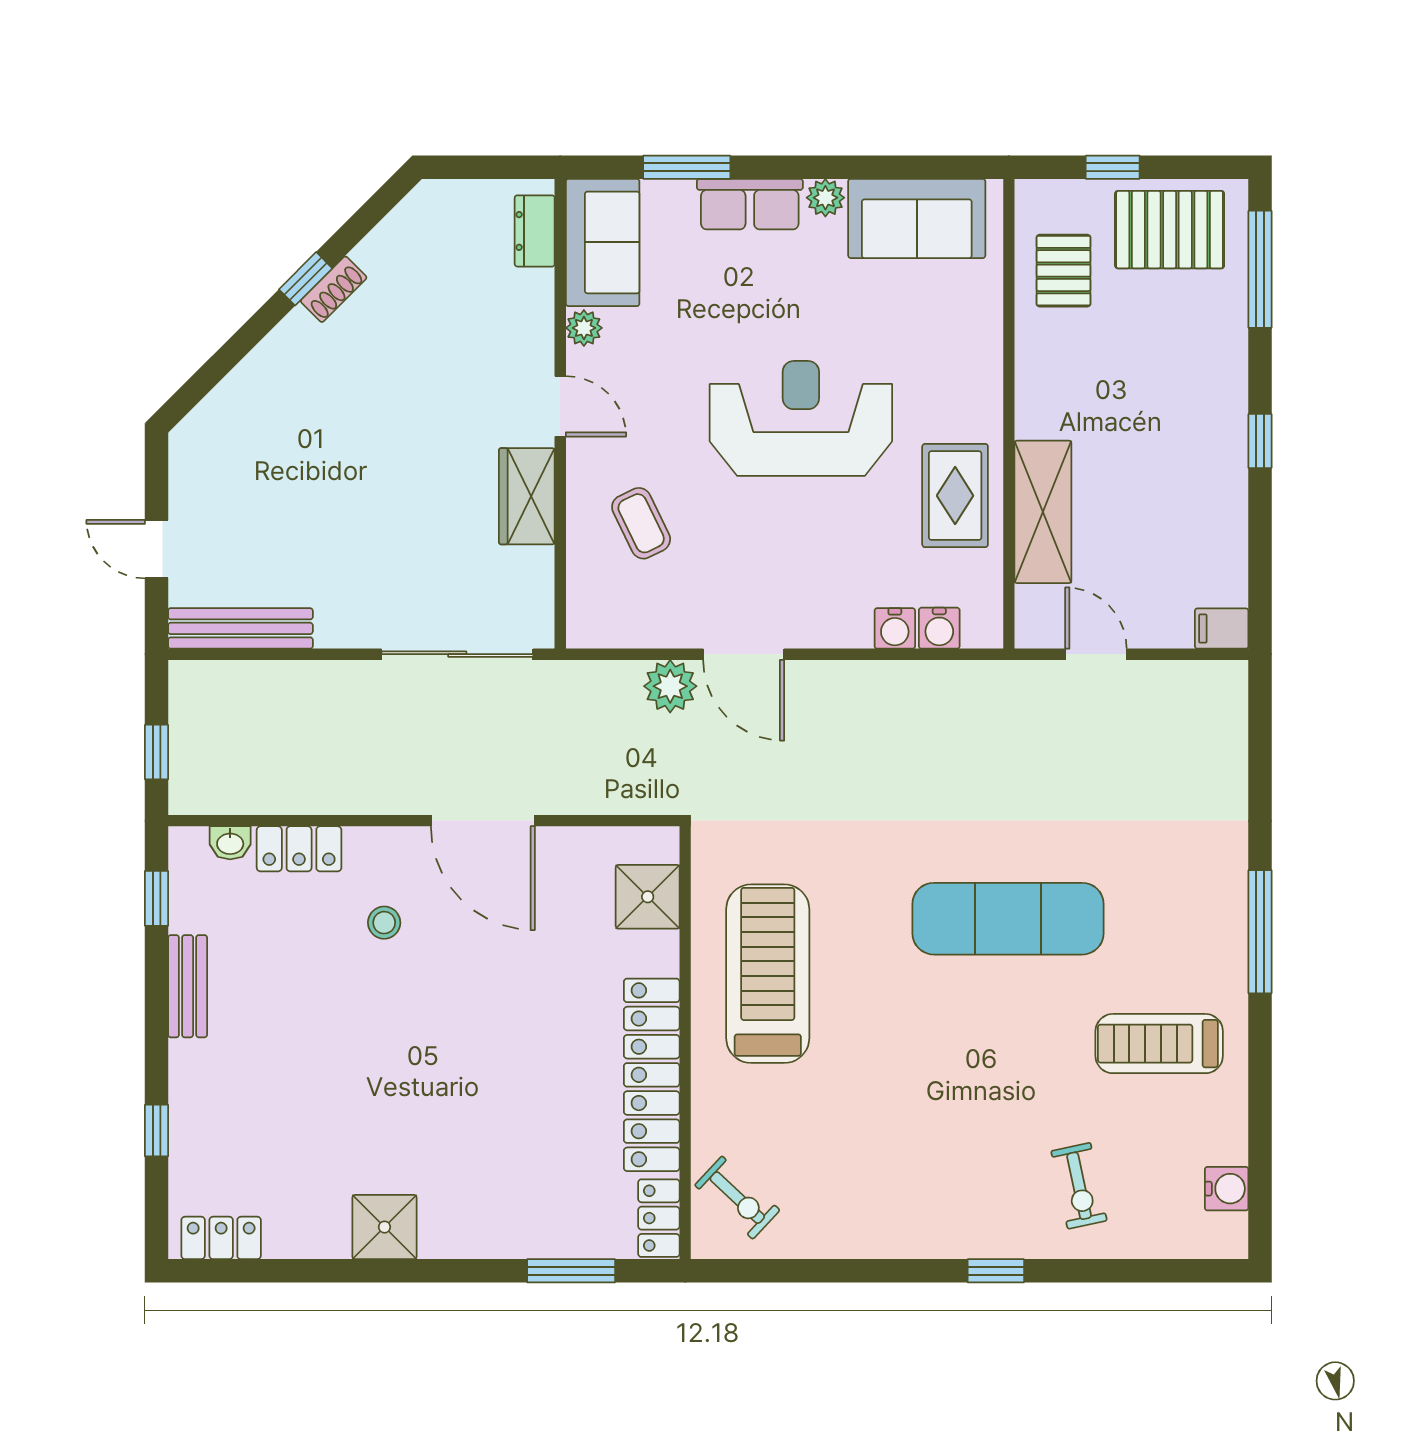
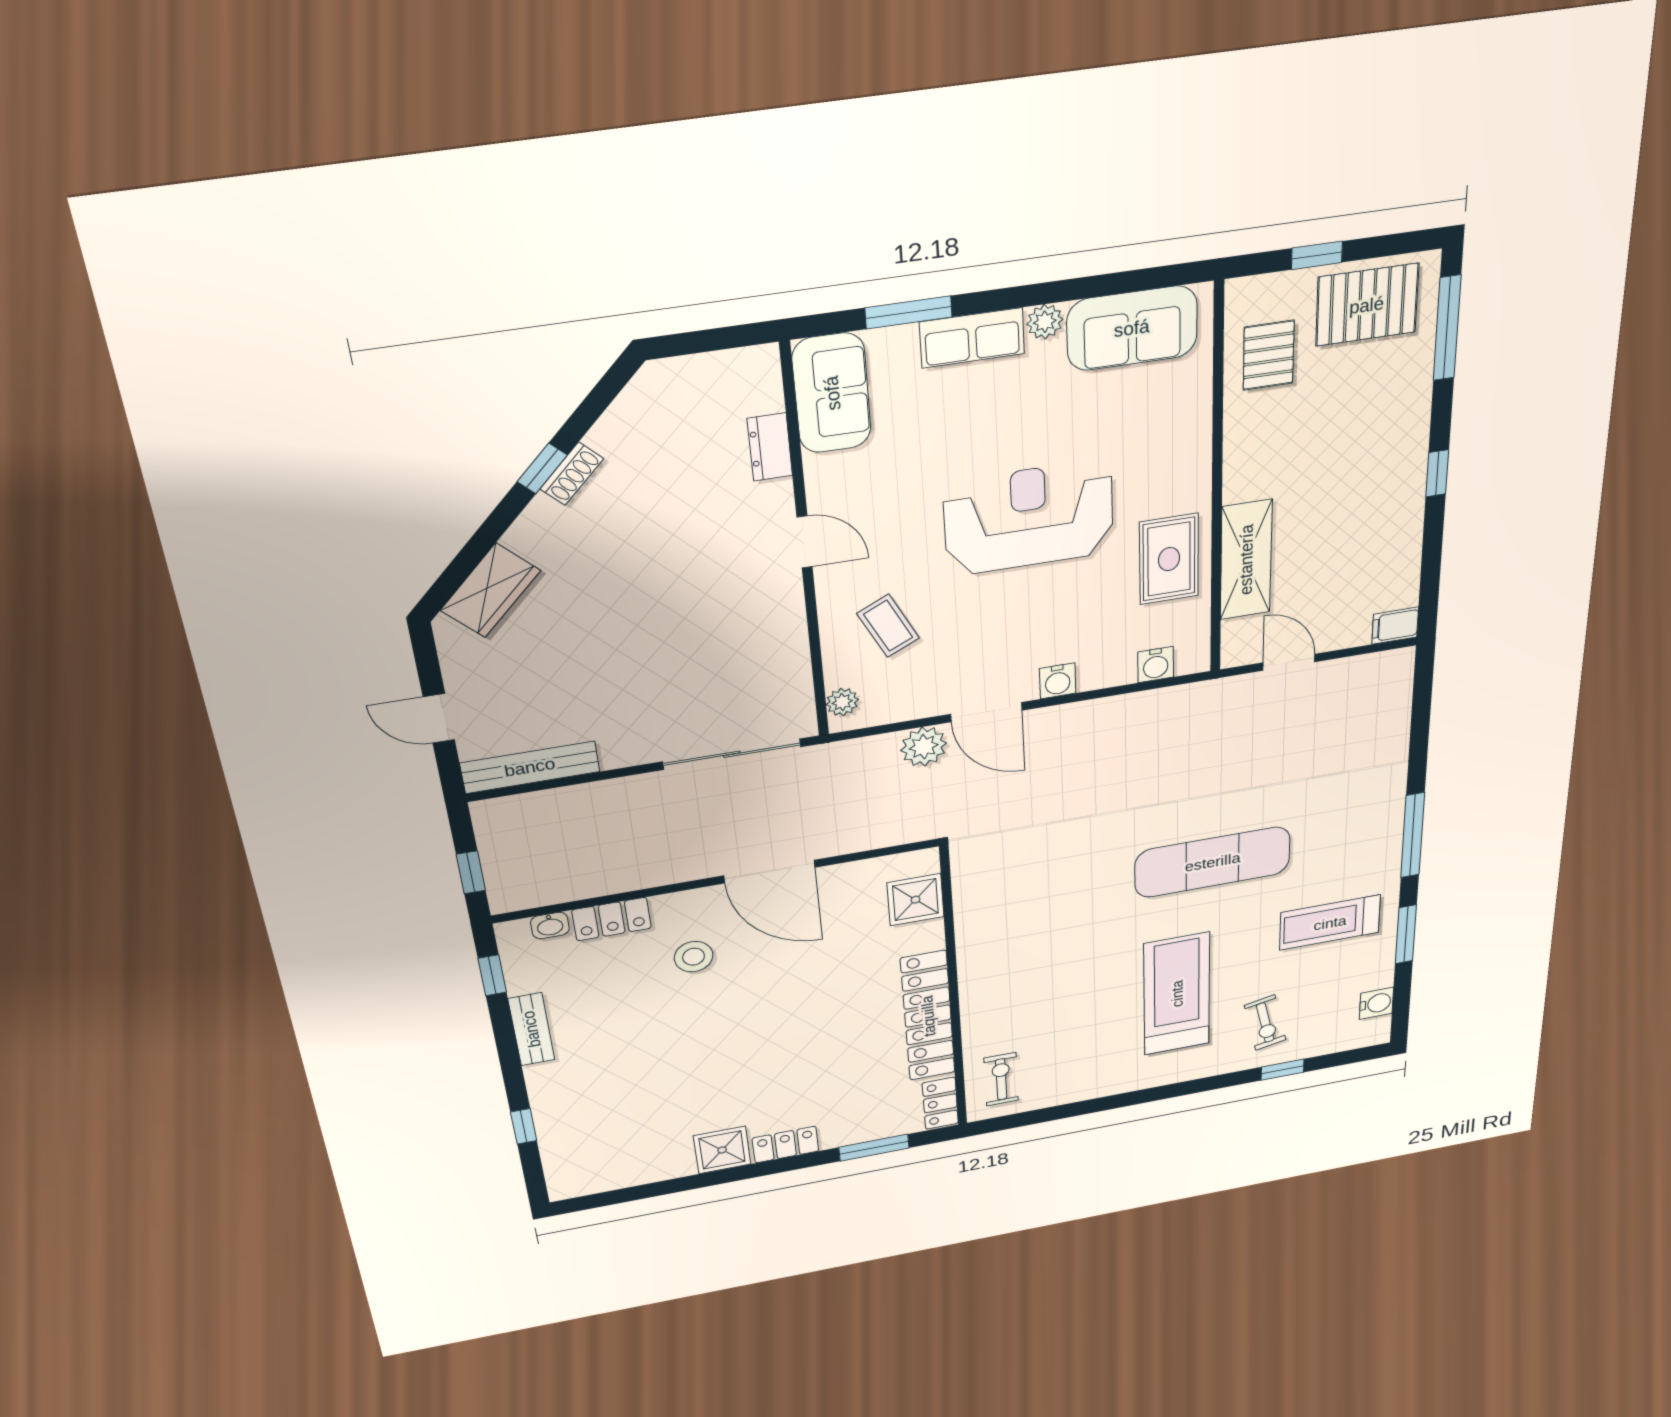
dresser: (535, 231) -> (770, 447), moved
plant: (584, 328) -> (842, 702), moved
wardrobe: (527, 496) -> (490, 590), moved, turned -135
water cooler: (895, 628) -> (1058, 681), moved
stool: (384, 923) -> (694, 957), width x1.37, depth x1.37
treadmill: (768, 974) -> (1177, 994), moved
window: (1260, 1085) -> (1406, 934), added
exercise bike: (737, 1198) -> (1001, 1079), turned -133
locker: (221, 1238) -> (785, 1145), moved
window: (996, 1271) -> (1282, 1070), moved

